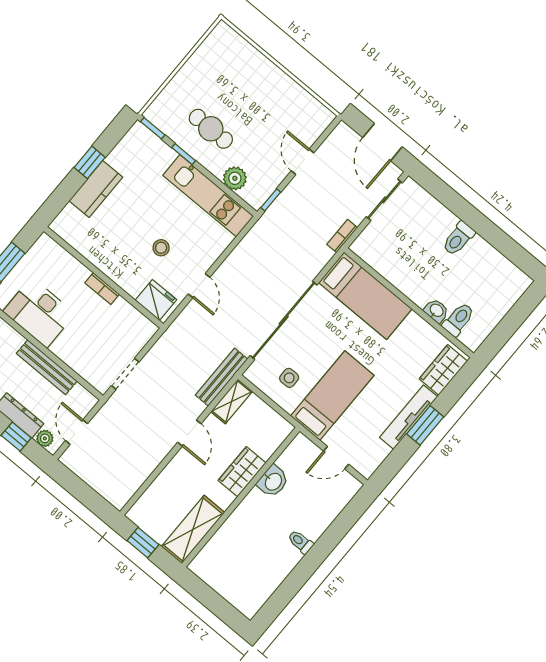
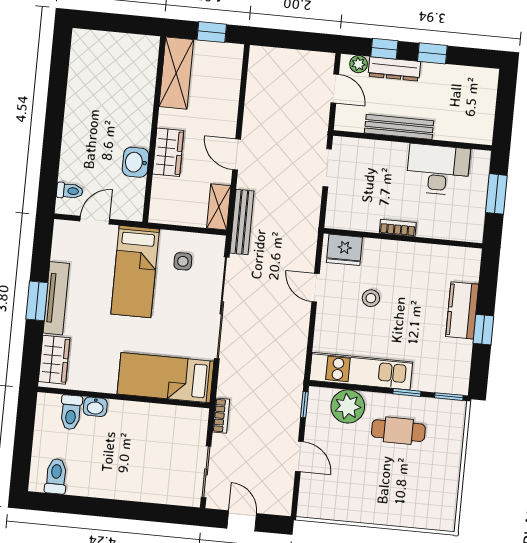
door: (383, 142) -> (242, 521), width x0.73
plant: (235, 178) -> (348, 406), width x1.36, depth x1.36
toilet: (458, 239) -> (56, 476), moved
toilet: (300, 542) -> (70, 191), moved

